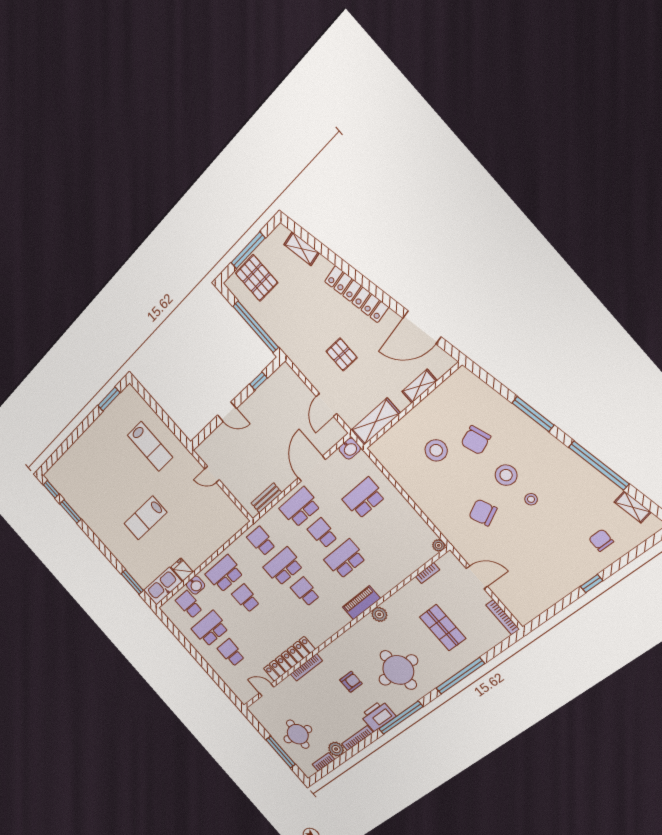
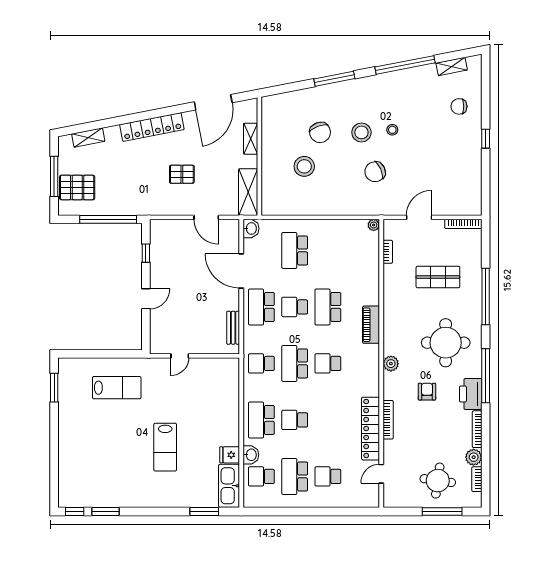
plant: (379, 614) -> (391, 364), moved

